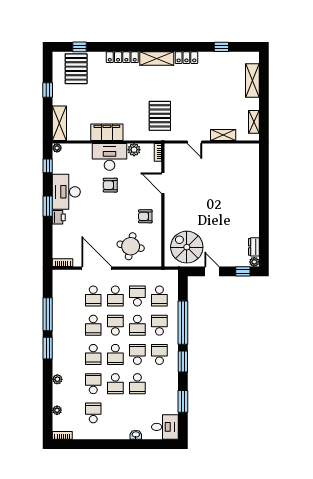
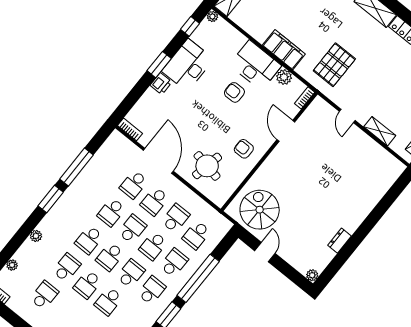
filing cabinet: (107, 132) -> (284, 50), moved
dresser: (254, 247) -> (339, 241), moved
window: (243, 271) -> (294, 276), removed

